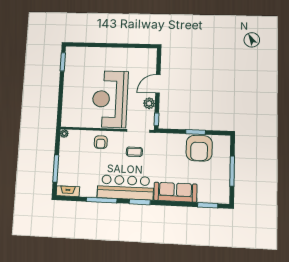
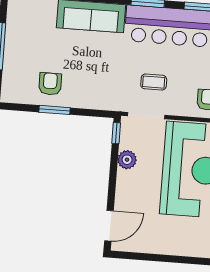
door: (158, 84) -> (109, 226), moved
armchair: (199, 148) -> (50, 84), width x0.53, depth x0.53

